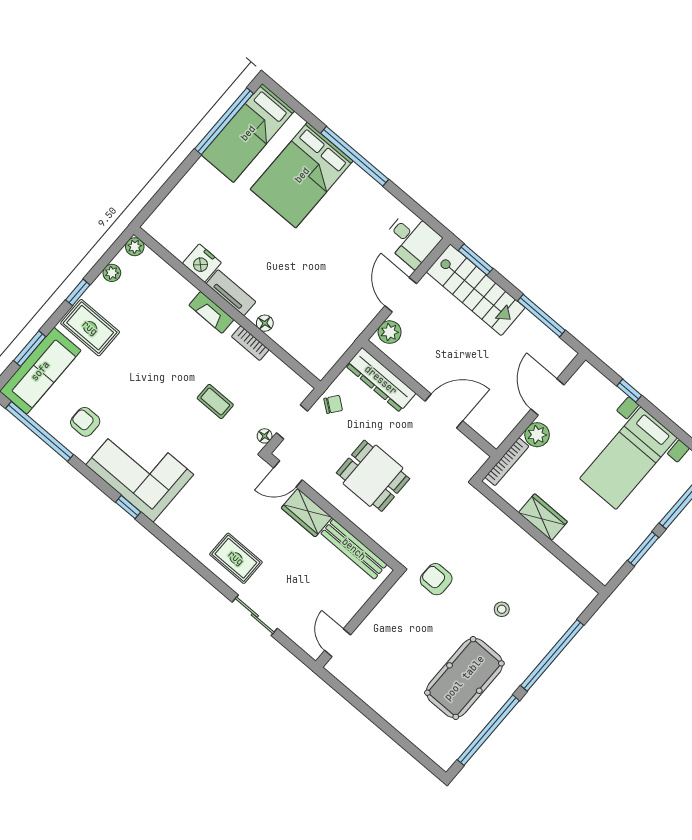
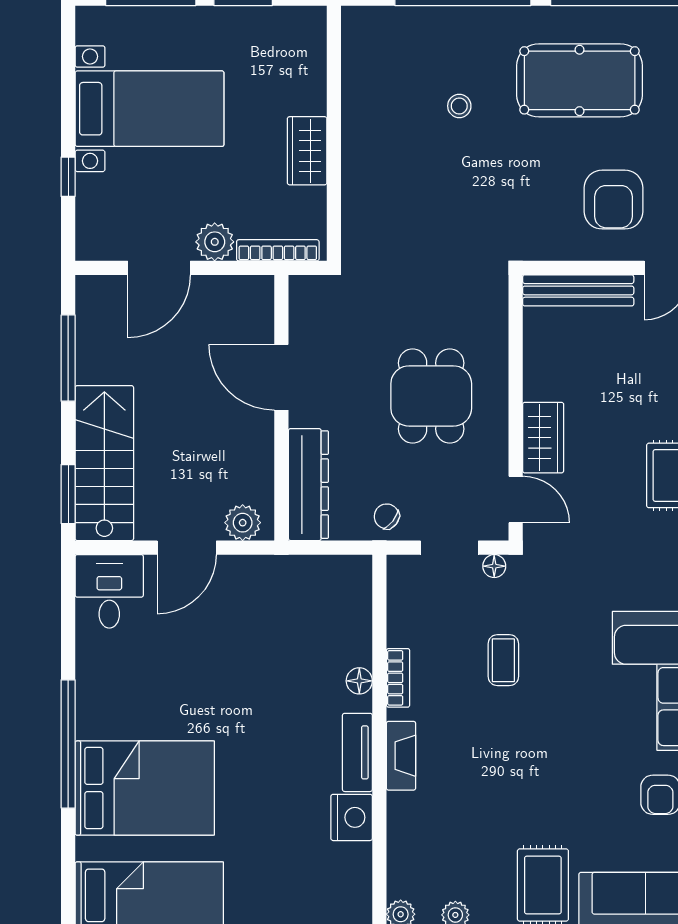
bench: (354, 549) -> (578, 290), moved, turned 90
armchair: (436, 579) -> (613, 200), moved, width x1.38, depth x1.38

